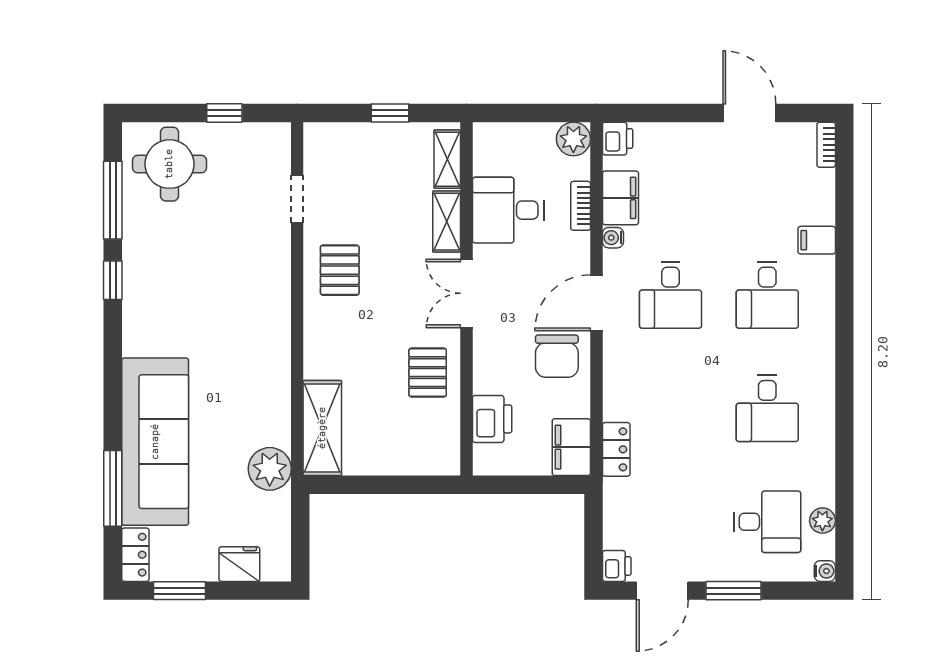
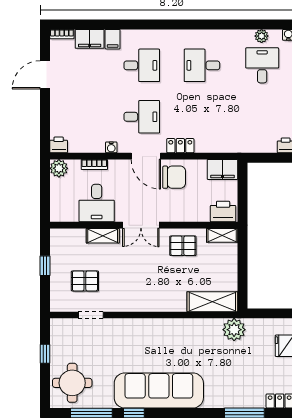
shelving: (447, 159) -> (222, 235), moved
filing cabinet: (620, 198) -> (90, 39), moved, turned 180
pallet: (340, 270) -> (85, 281), moved
desk: (767, 408) -> (202, 65), turned 180
printer: (492, 419) -> (223, 212), moved
sofa: (155, 442) -> (159, 390), moved
locker: (616, 449) -> (180, 146), moved

